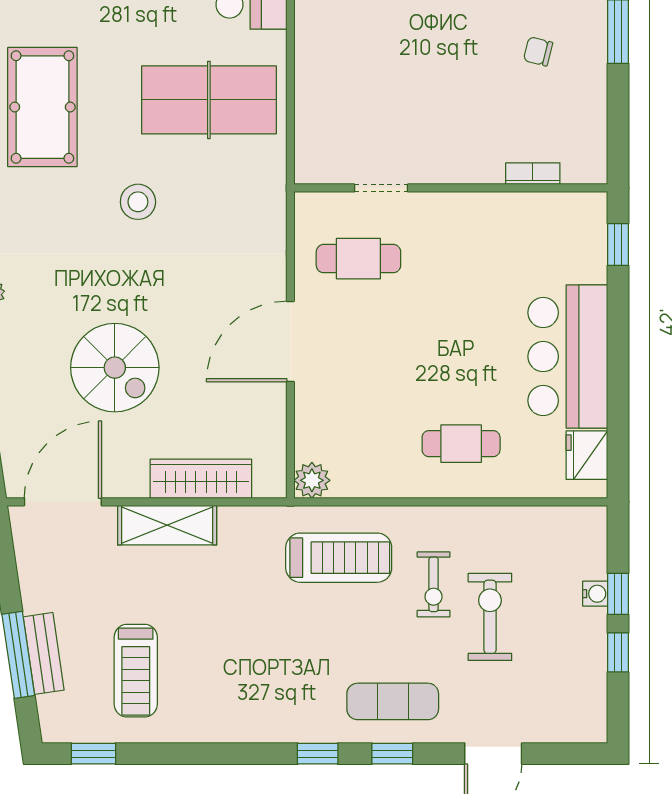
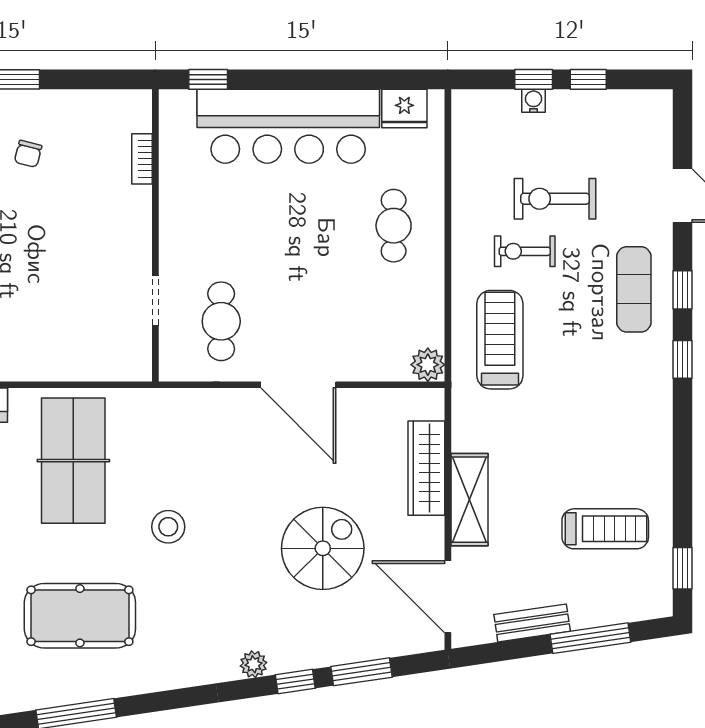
bar counter: (568, 357) -> (288, 126), width x1.36
exercise bike: (434, 584) -> (525, 251), turned 180
bench: (44, 653) -> (532, 623), moved

